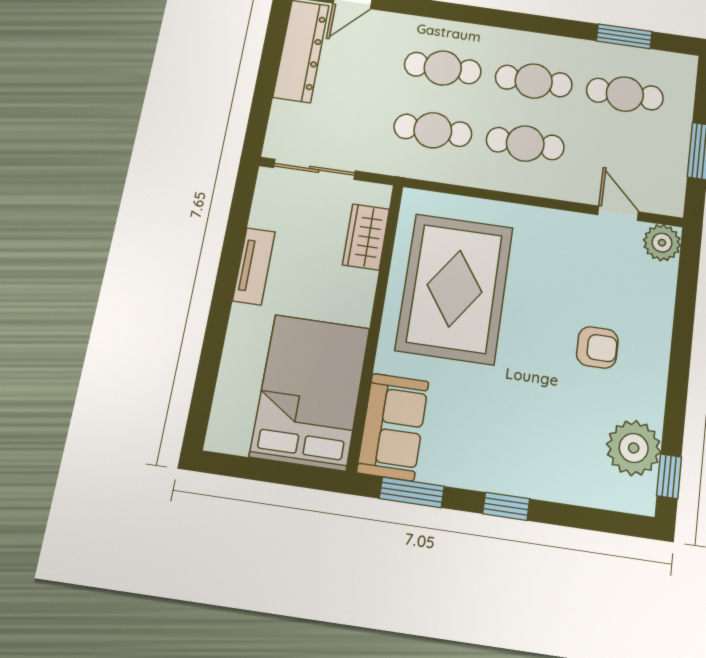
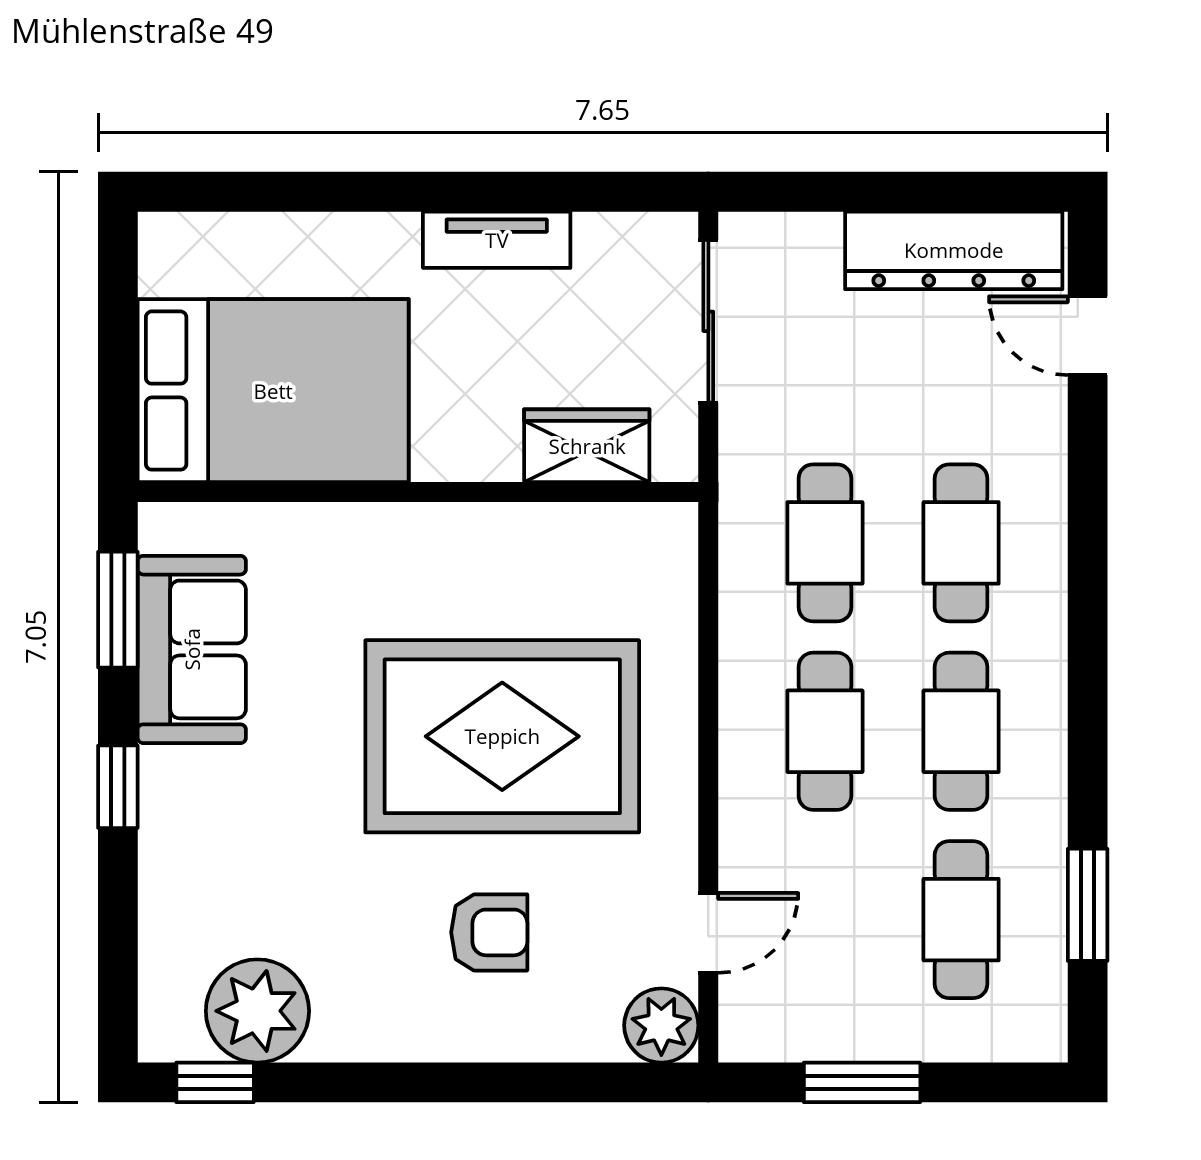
rug: (455, 288) -> (502, 736), moved
armchair: (597, 347) -> (489, 932), moved, turned -90
sofa: (393, 427) -> (192, 649), moved, turned -90

